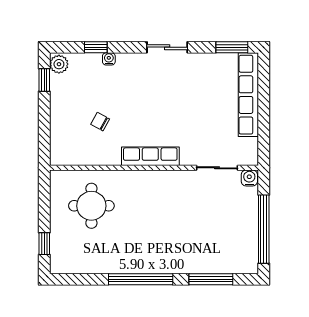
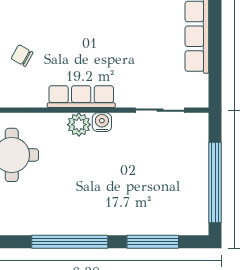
water cooler: (249, 178) -> (102, 122), moved
plant: (148, 180) -> (79, 125), added

